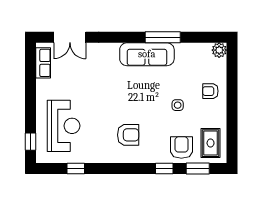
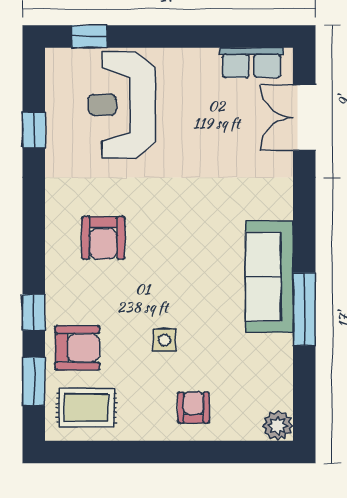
reception desk: (64, 126) -> (122, 105), turned 90

